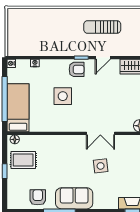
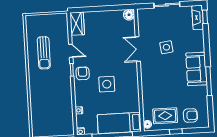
double door: (100, 133) -> (138, 49), swing flipped
rug: (23, 160) -> (165, 116), turned 90
armchair: (38, 197) -> (190, 115), moved, turned 180

